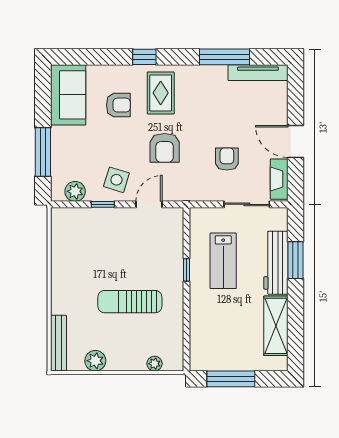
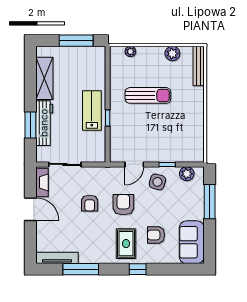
armchair: (227, 159) -> (90, 203), moved
lab bench: (223, 261) -> (92, 111), moved

